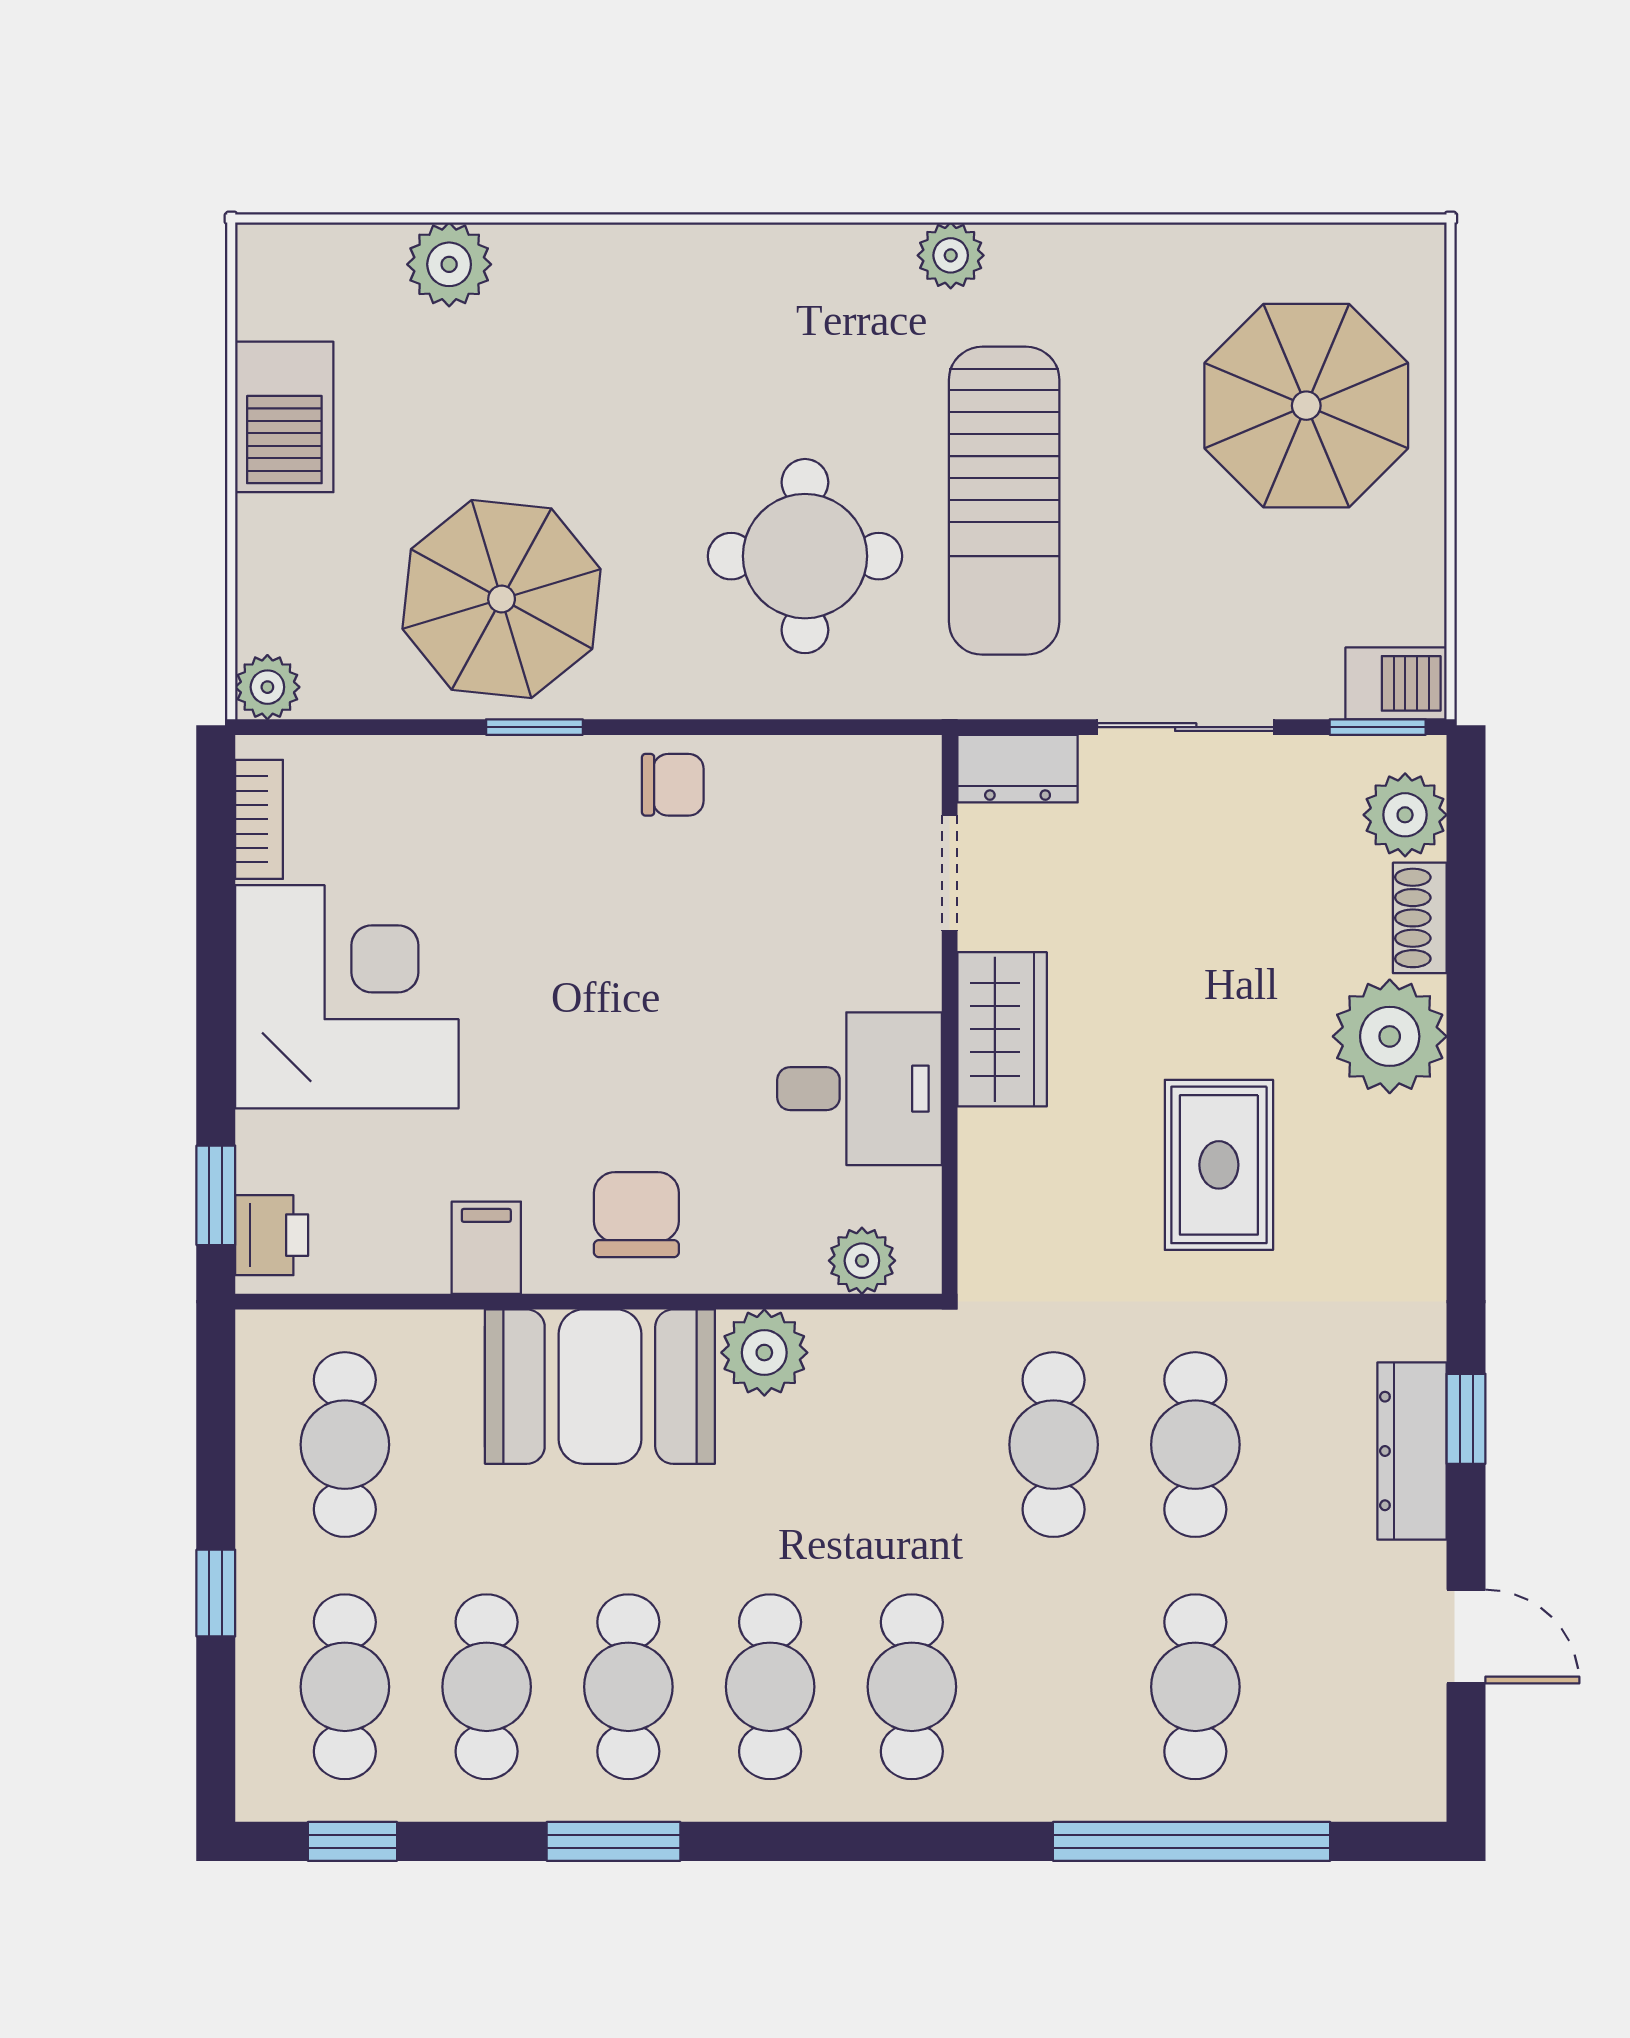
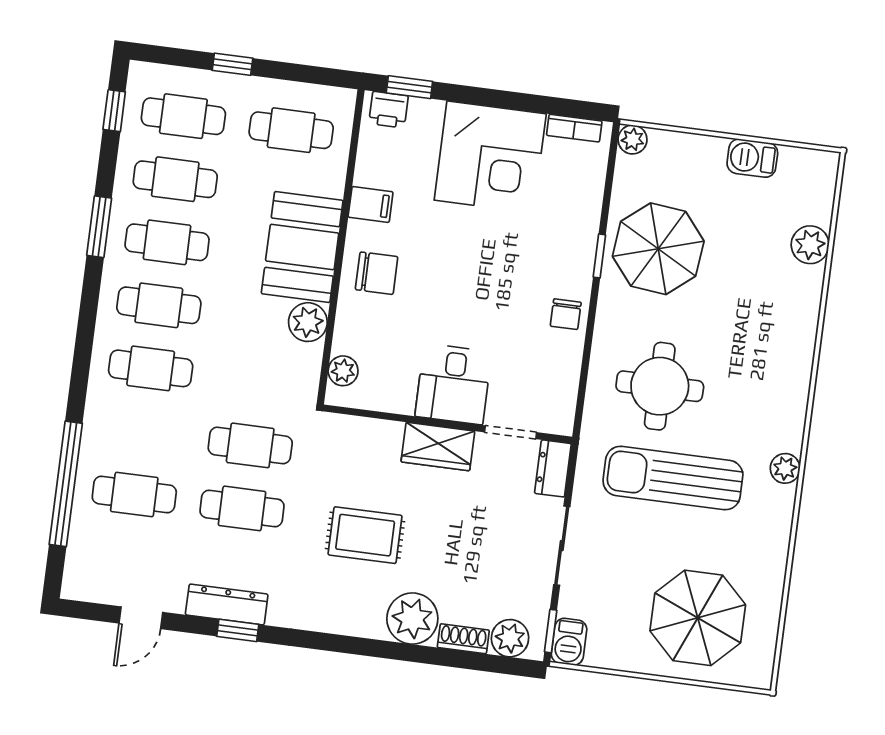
barbecue: (284, 417) -> (752, 158), width x0.73, depth x0.79
desk: (860, 1089) -> (453, 384), moved

